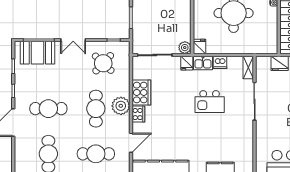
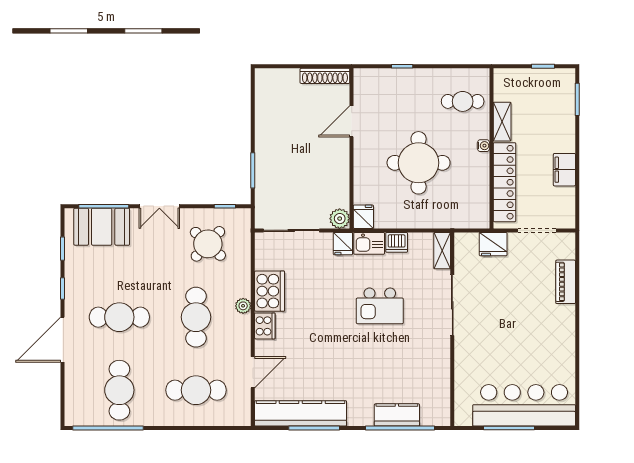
plant: (121, 106) -> (243, 306), width x0.53, depth x0.53

